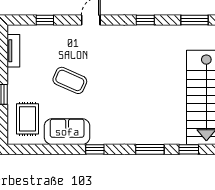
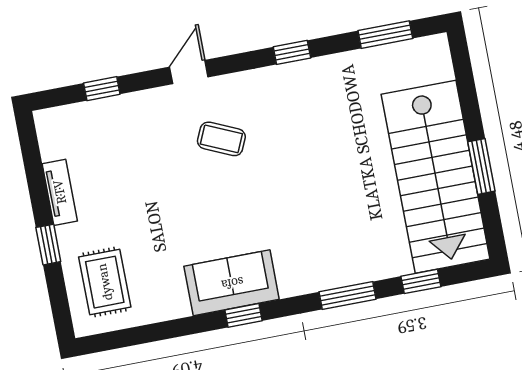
tv unit: (13, 51) -> (60, 192), moved
coffee table: (70, 80) -> (221, 139), moved, width x0.73, depth x0.77
sofa: (67, 132) -> (232, 283), moved

